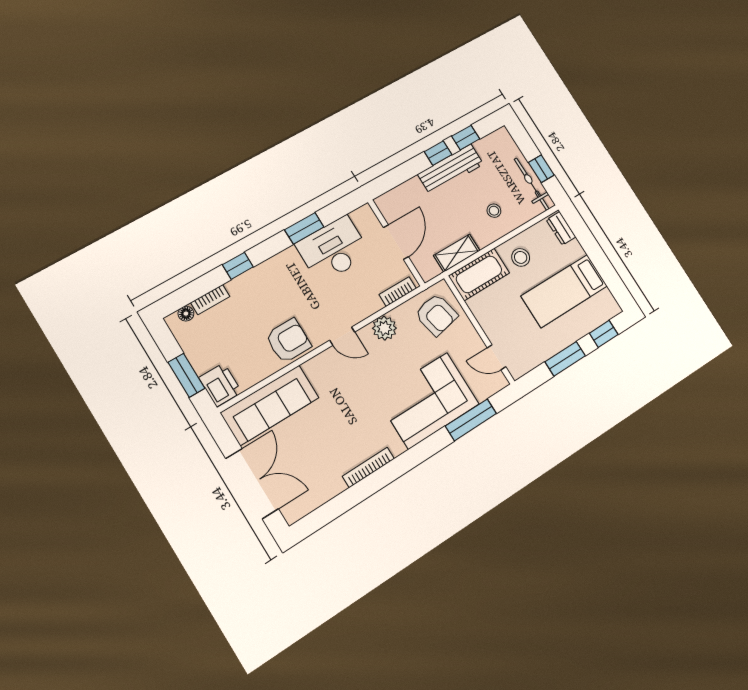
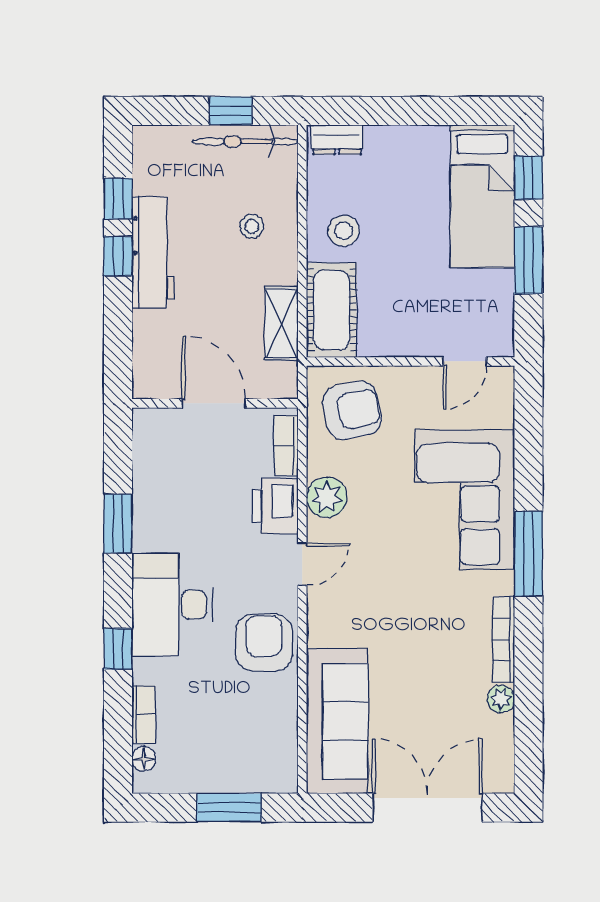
desk: (333, 249) -> (172, 605), moved
bed: (564, 291) -> (482, 196), moved
printer: (220, 385) -> (275, 506), moved, turned -90
window: (471, 420) -> (528, 554), moved
plant: (336, 486) -> (501, 699), added

